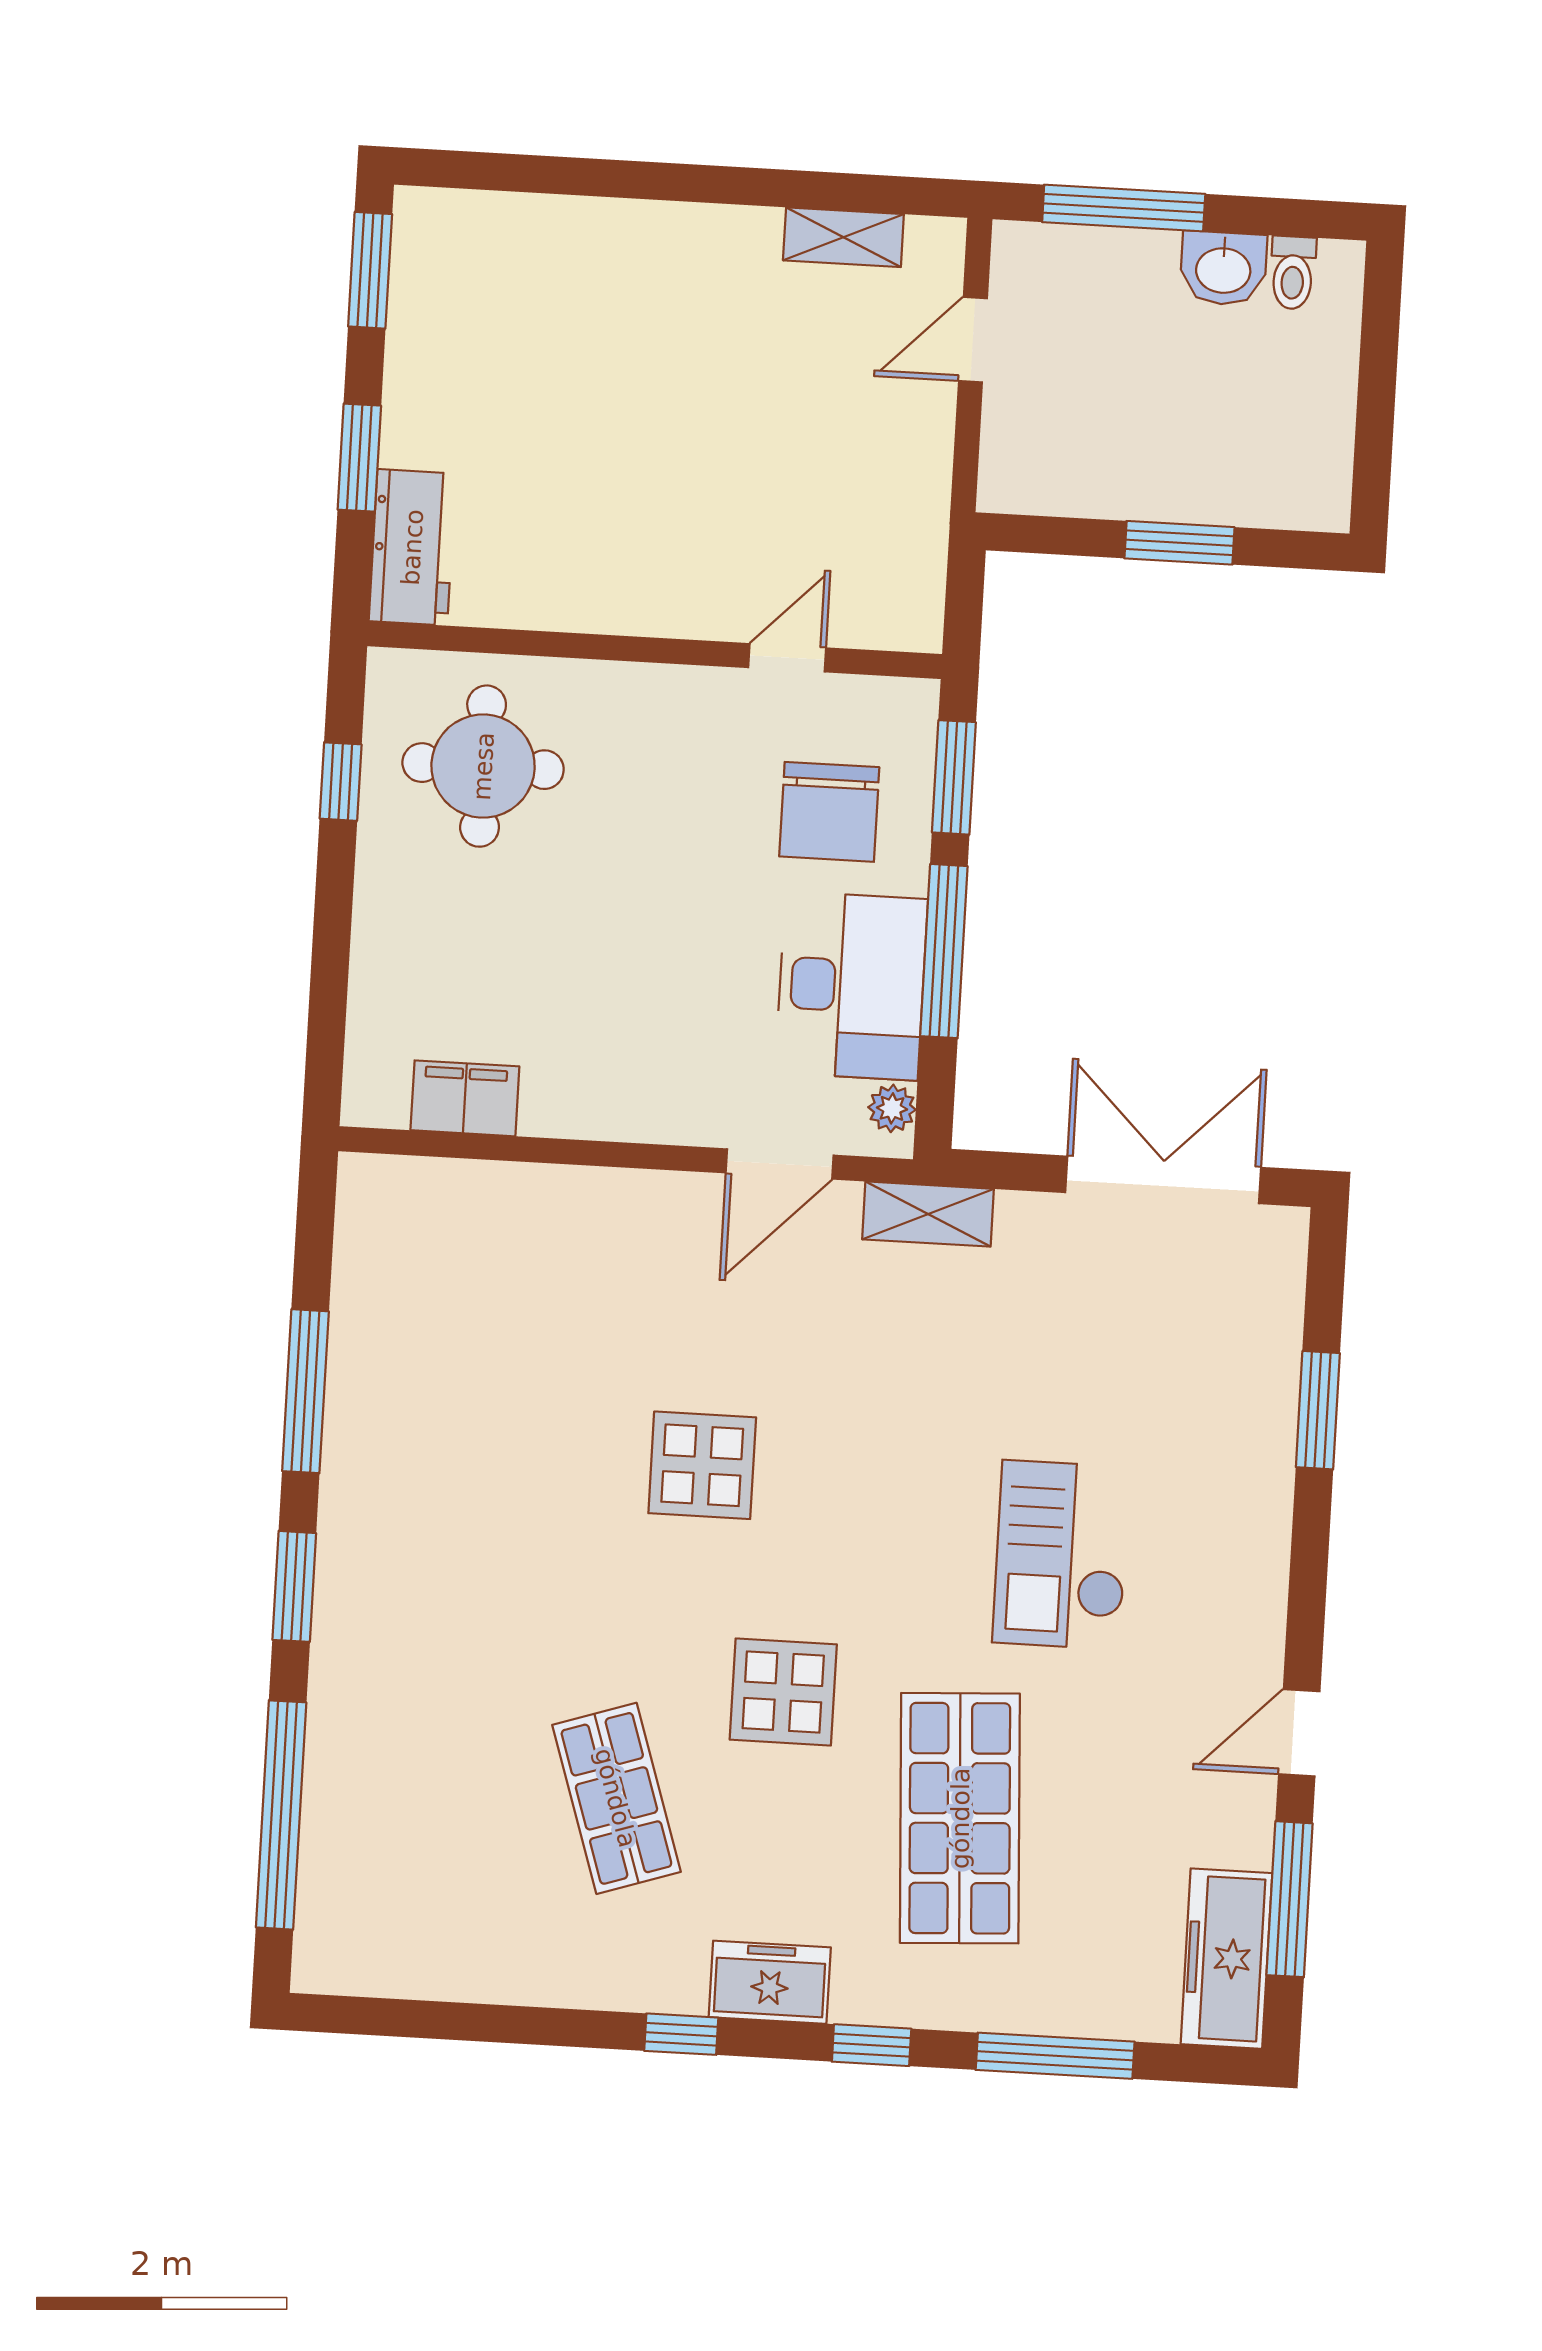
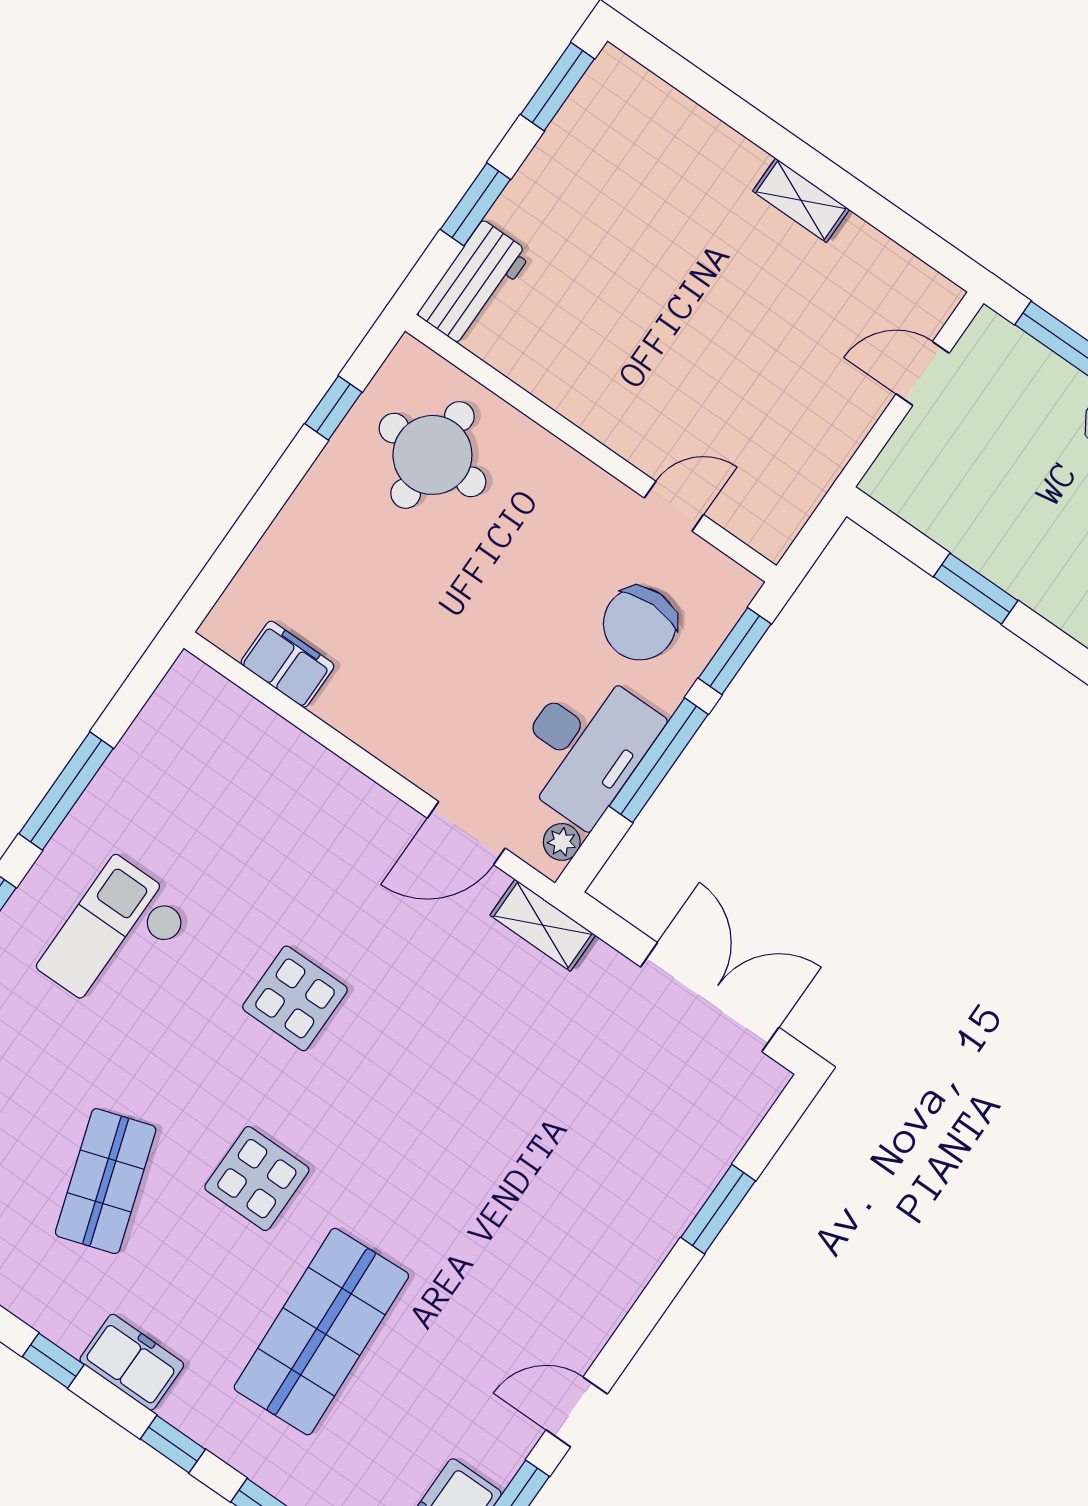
shelving: (843, 237) -> (801, 200), moved
checkout: (1061, 1555) -> (115, 938), moved

